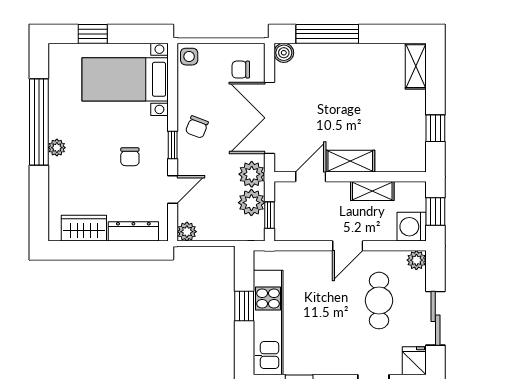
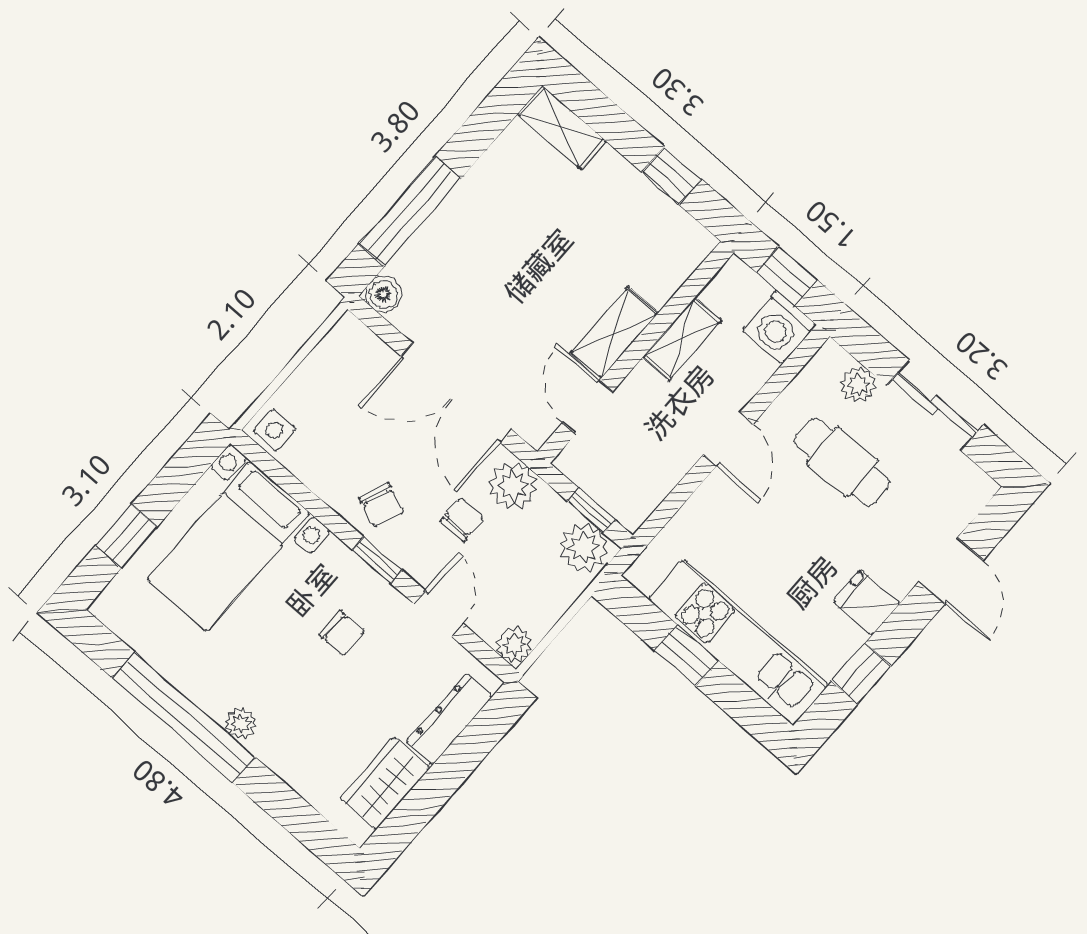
chair: (241, 70) -> (462, 520), moved, turned 180
plant: (251, 203) -> (584, 548), moved
plant: (416, 260) -> (858, 385), moved
fridge: (414, 361) -> (866, 602), moved

